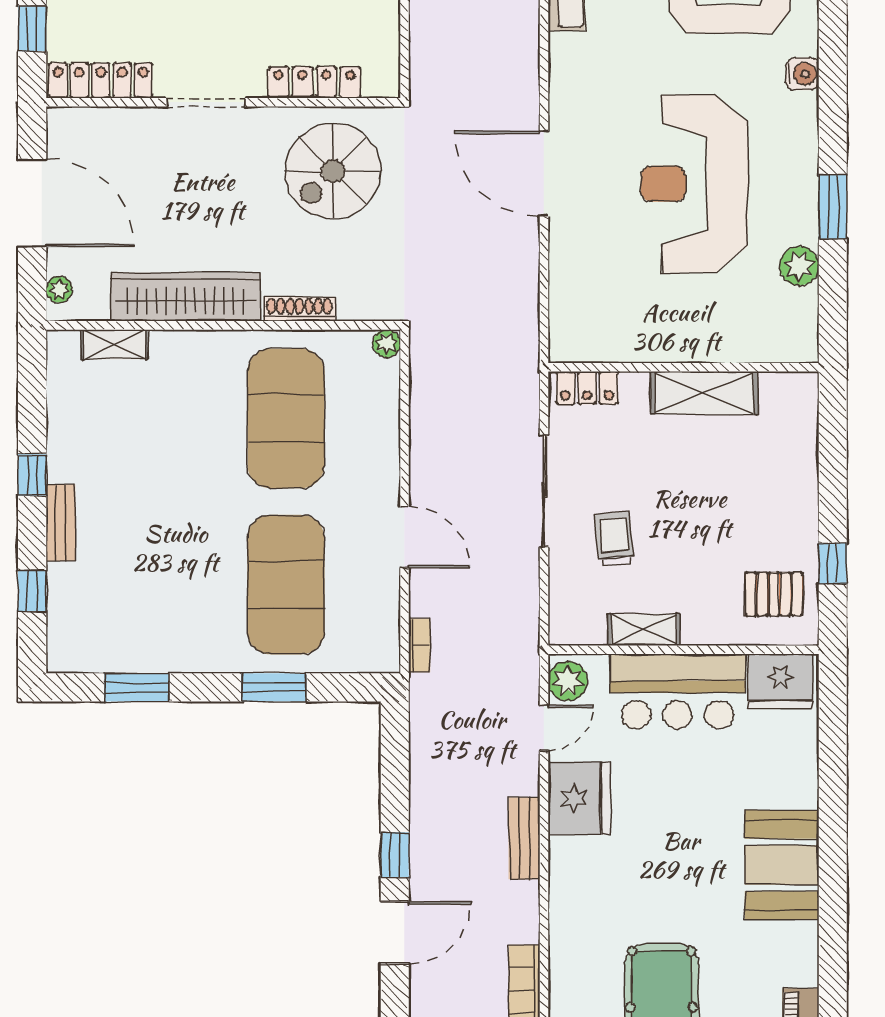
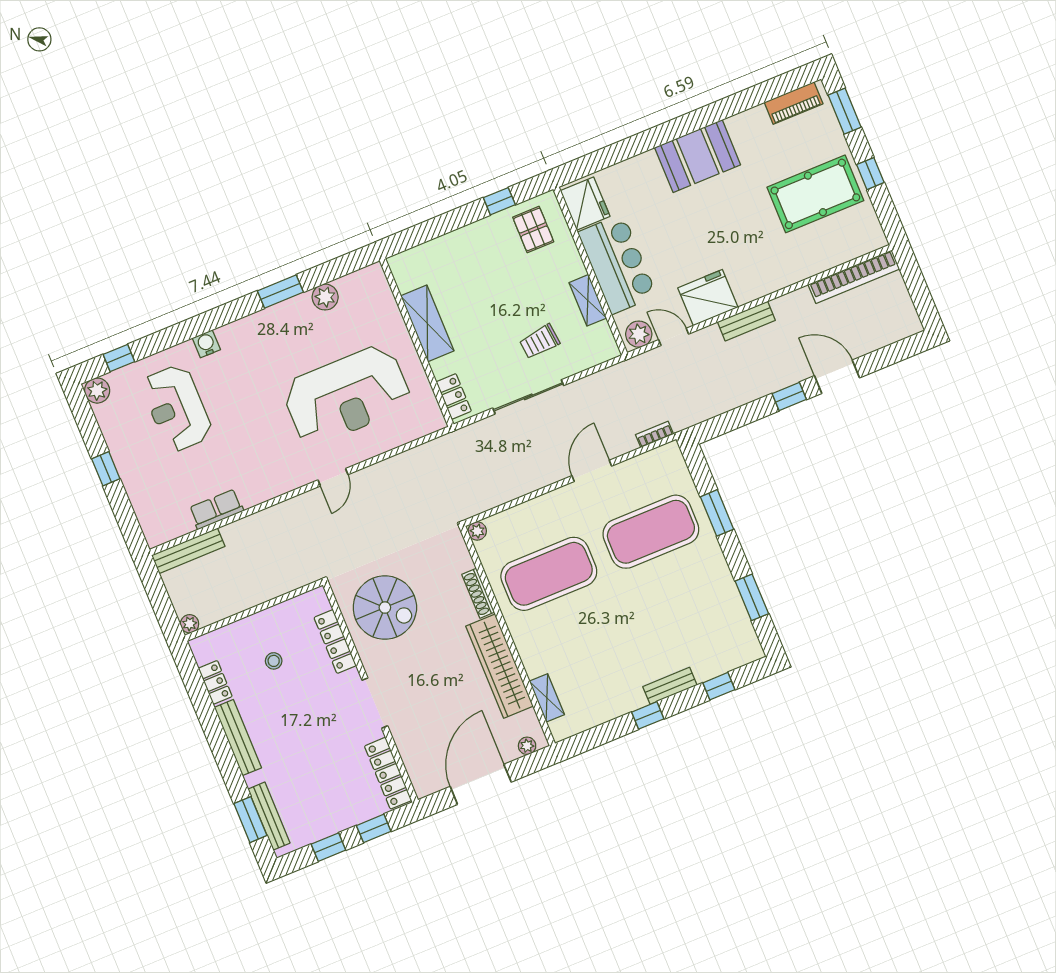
door: (544, 174) -> (333, 477), width x0.53
reception desk: (694, 184) -> (347, 395), moved

